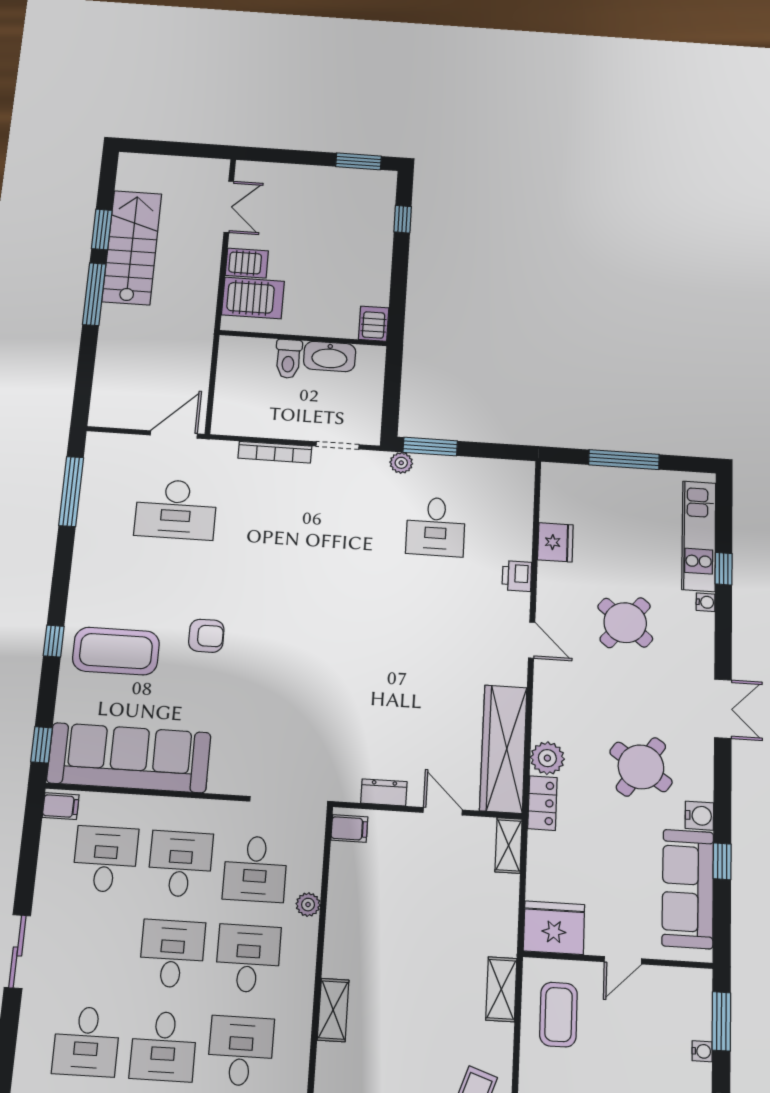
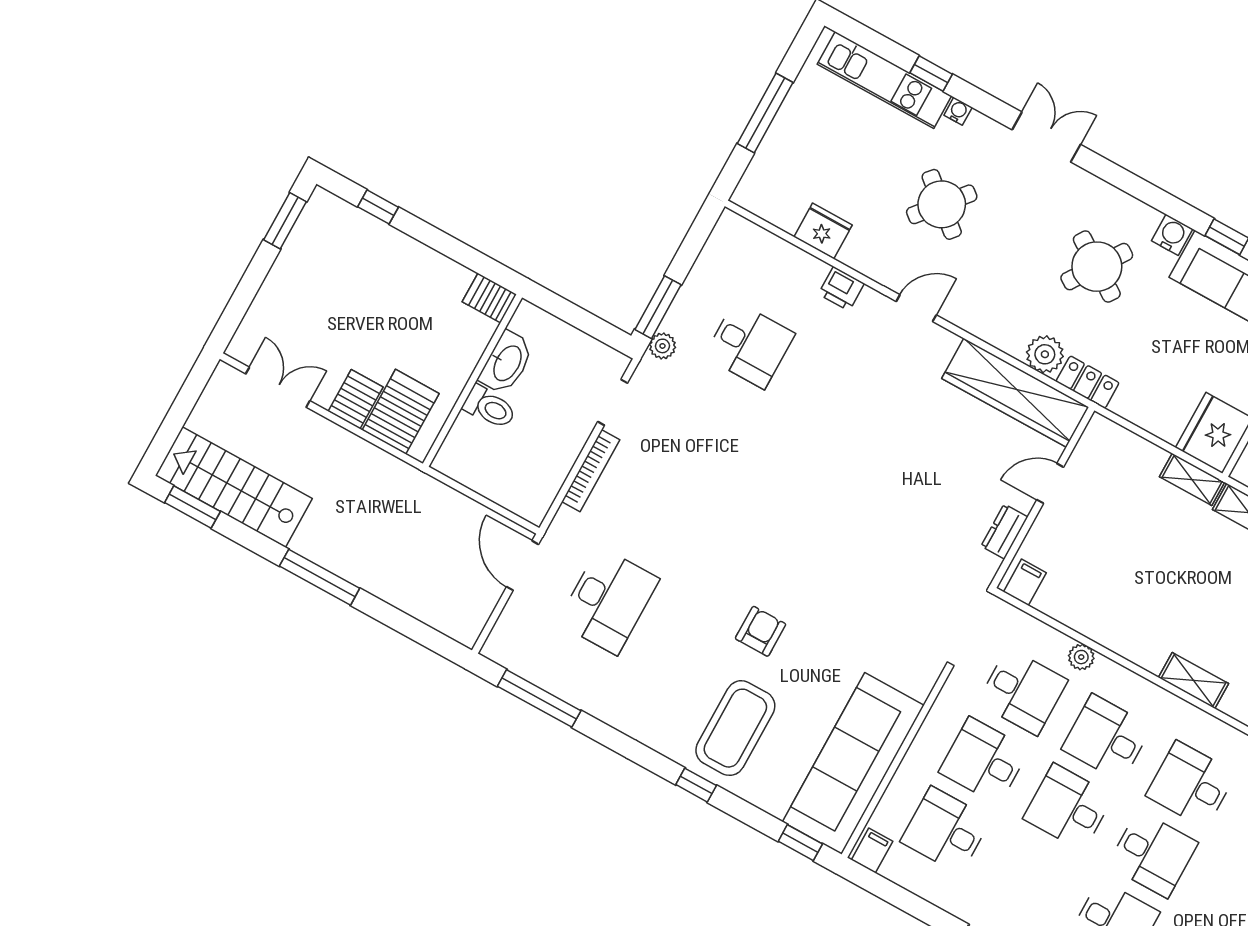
window: (102, 229) -> (192, 507), moved
stairs: (132, 248) -> (234, 487), moved
double door: (723, 709) -> (1046, 137), moved
shelving: (509, 845) -> (1192, 479), moved

